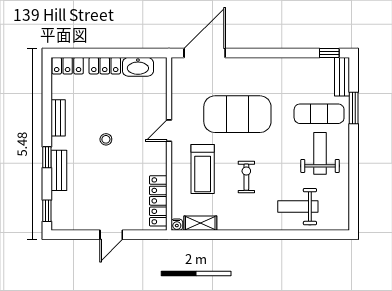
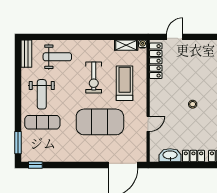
bench: (342, 77) -> (26, 54), moved
window: (354, 108) -> (18, 143), moved
door: (169, 131) -> (148, 124), moved
exercise bike: (246, 177) -> (94, 78), width x1.38, depth x1.39
door: (111, 235) -> (175, 37), moved

